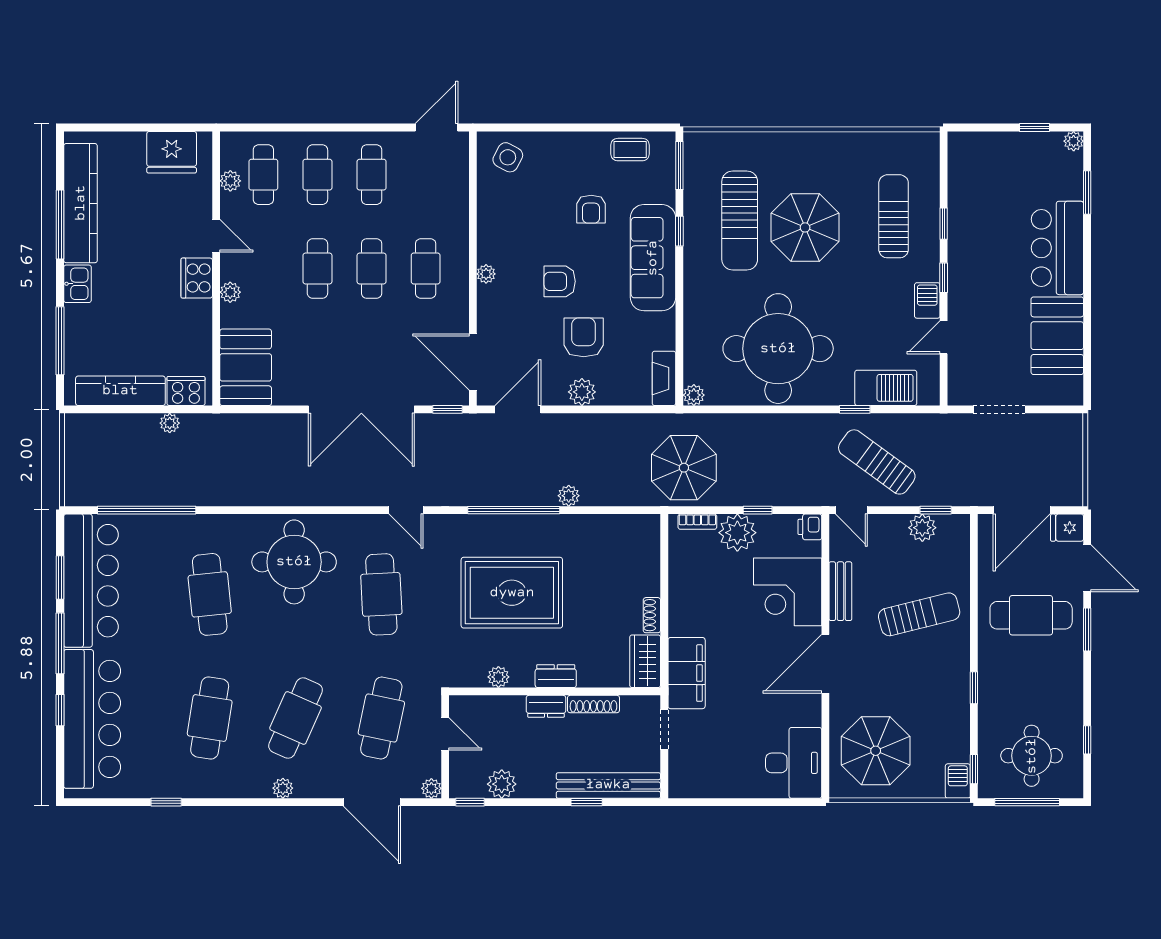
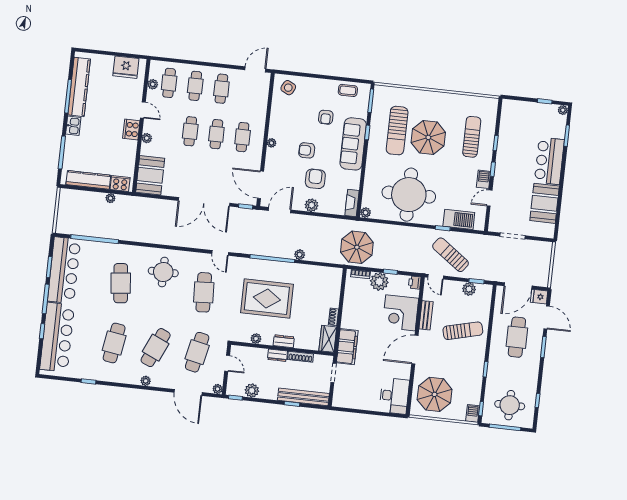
round table: (294, 562) -> (163, 272), width x0.73, depth x0.73
cafe table: (1031, 615) -> (517, 337), turned 90

